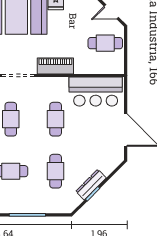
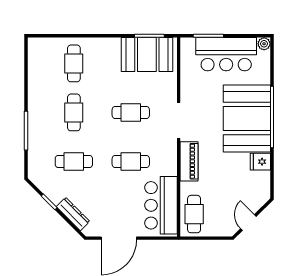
cafe table: (105, 43) -> (194, 214), moved
dresser: (91, 185) -> (73, 214), moved

